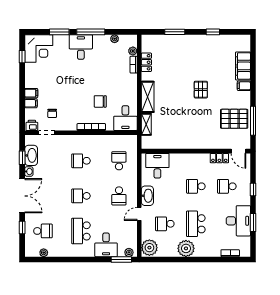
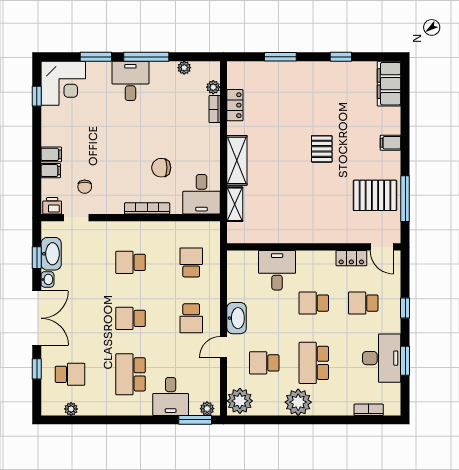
filing cabinet: (243, 66) -> (389, 84), moved
desk: (157, 166) -> (277, 270), moved

